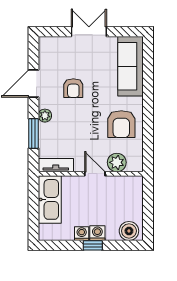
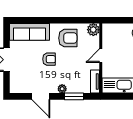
armchair: (73, 88) -> (49, 59), moved
plant: (117, 162) -> (93, 30), moved

